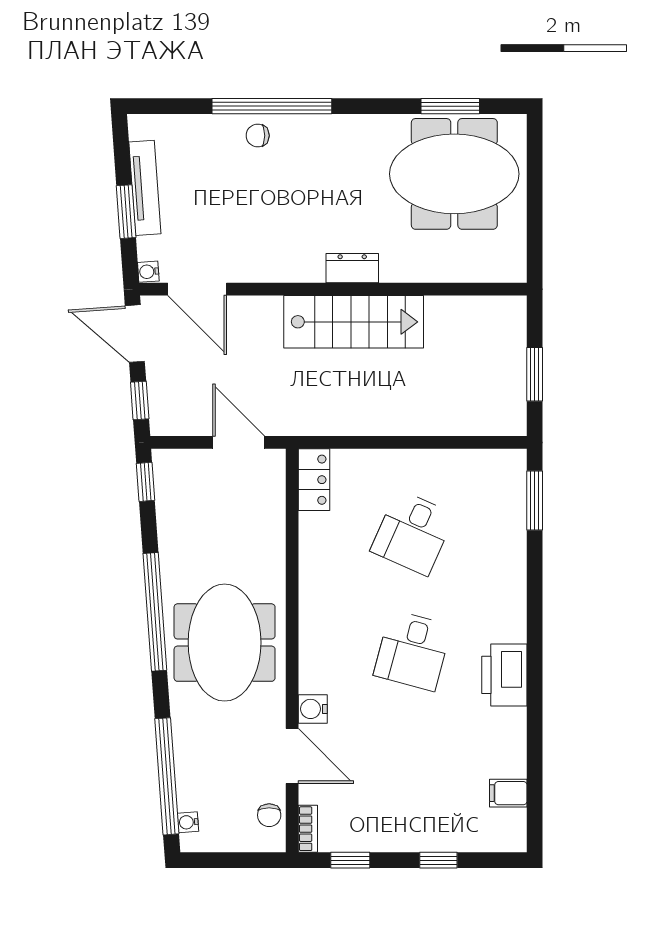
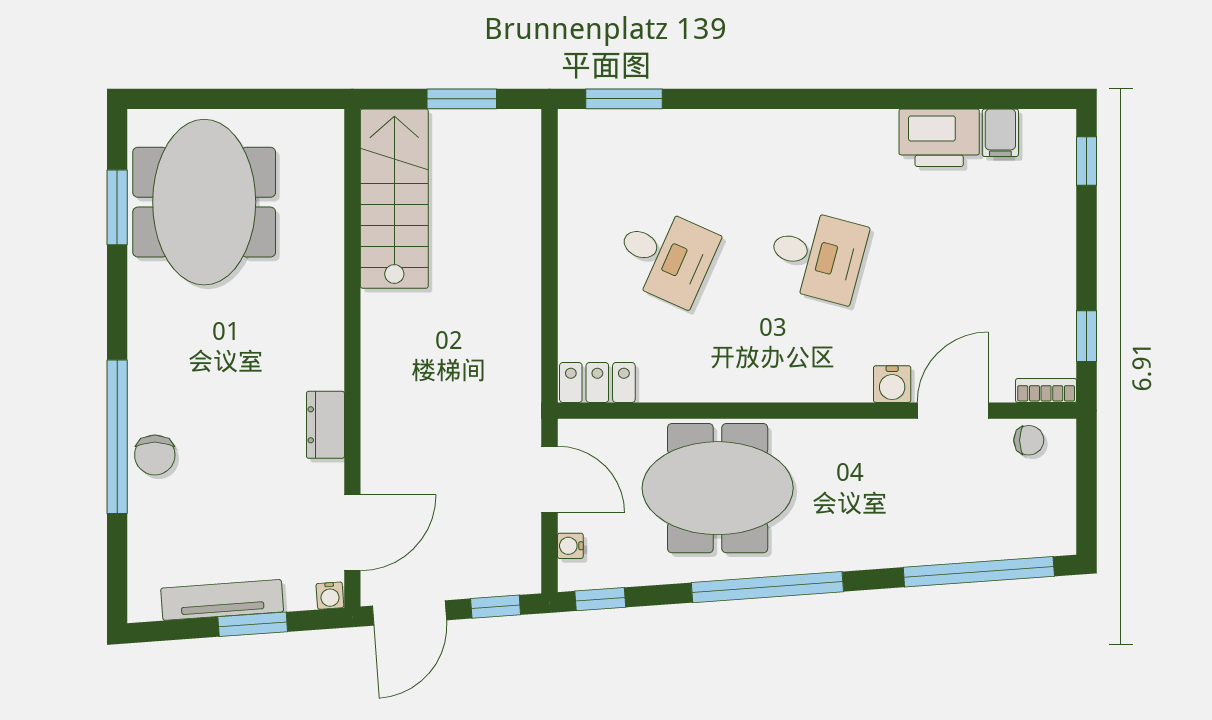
chair: (258, 136) -> (155, 455), width x1.37, depth x1.37
dresser: (352, 268) -> (325, 425), moved
stairs: (354, 322) -> (394, 199), moved
door: (239, 442) -> (550, 479), swing flipped
meeting table: (225, 643) -> (718, 488), moved
printer: (504, 675) -> (939, 138), moved
water cooler: (188, 822) -> (570, 546), moved, turned 94
window: (438, 860) -> (1087, 161), moved

